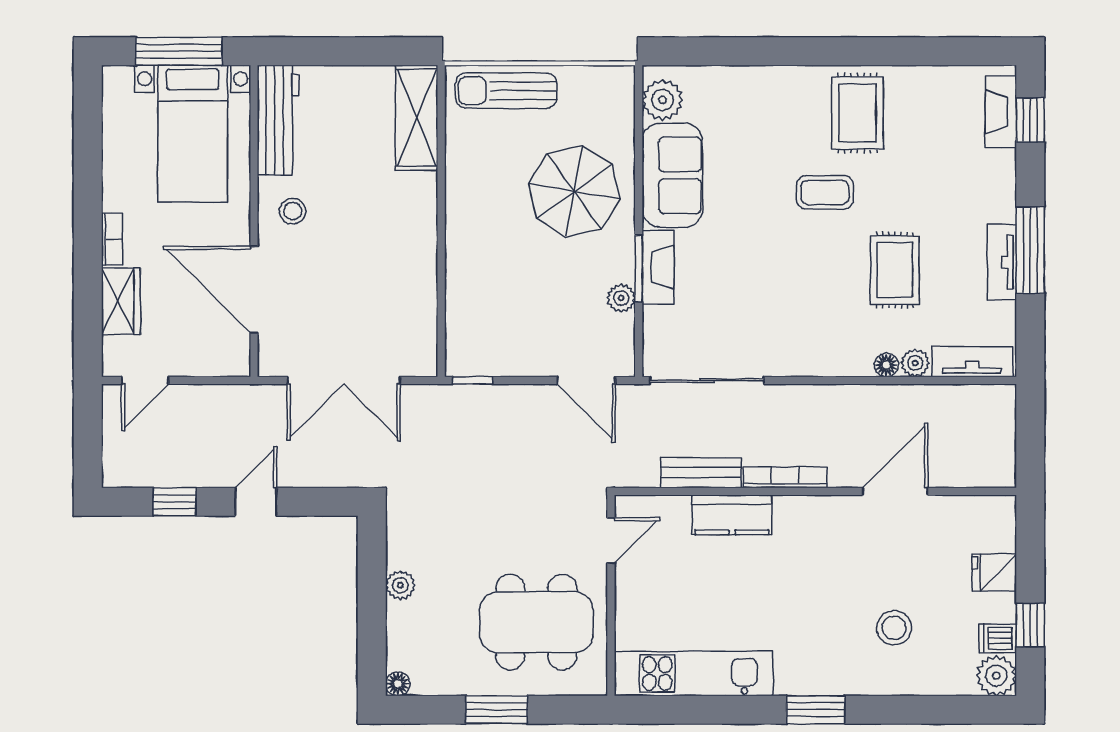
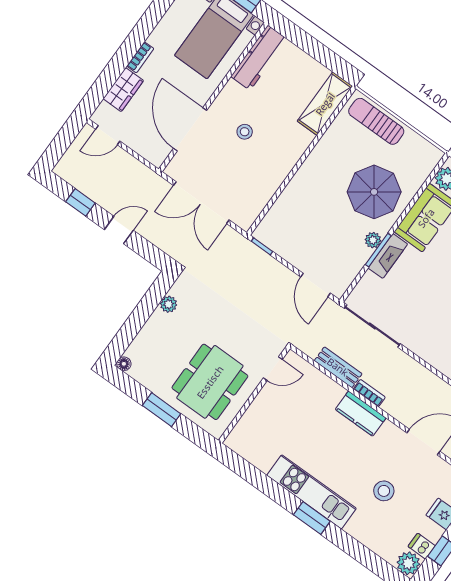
stool: (293, 211) -> (245, 132), moved
plant: (621, 298) -> (373, 240), moved
bookcase: (785, 477) -> (369, 393), width x0.64
kitchen counter: (732, 515) -> (361, 414), moved
plant: (400, 585) -> (169, 304), moved
dining table: (536, 622) -> (210, 382), turned 90
stool: (894, 628) -> (384, 491), moved
kitchen unit: (694, 673) -> (312, 492), moved

